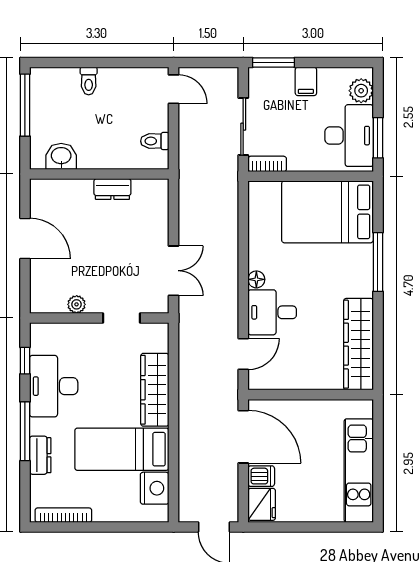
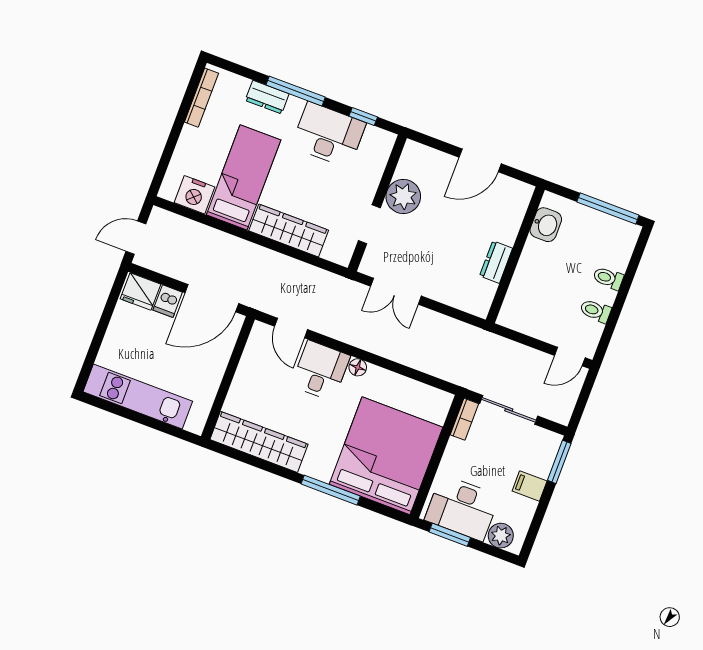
toilet: (155, 141) -> (595, 311), moved, turned -90
bed: (327, 212) -> (386, 456), width x1.36
plant: (77, 304) -> (403, 197), width x1.88, depth x1.88

